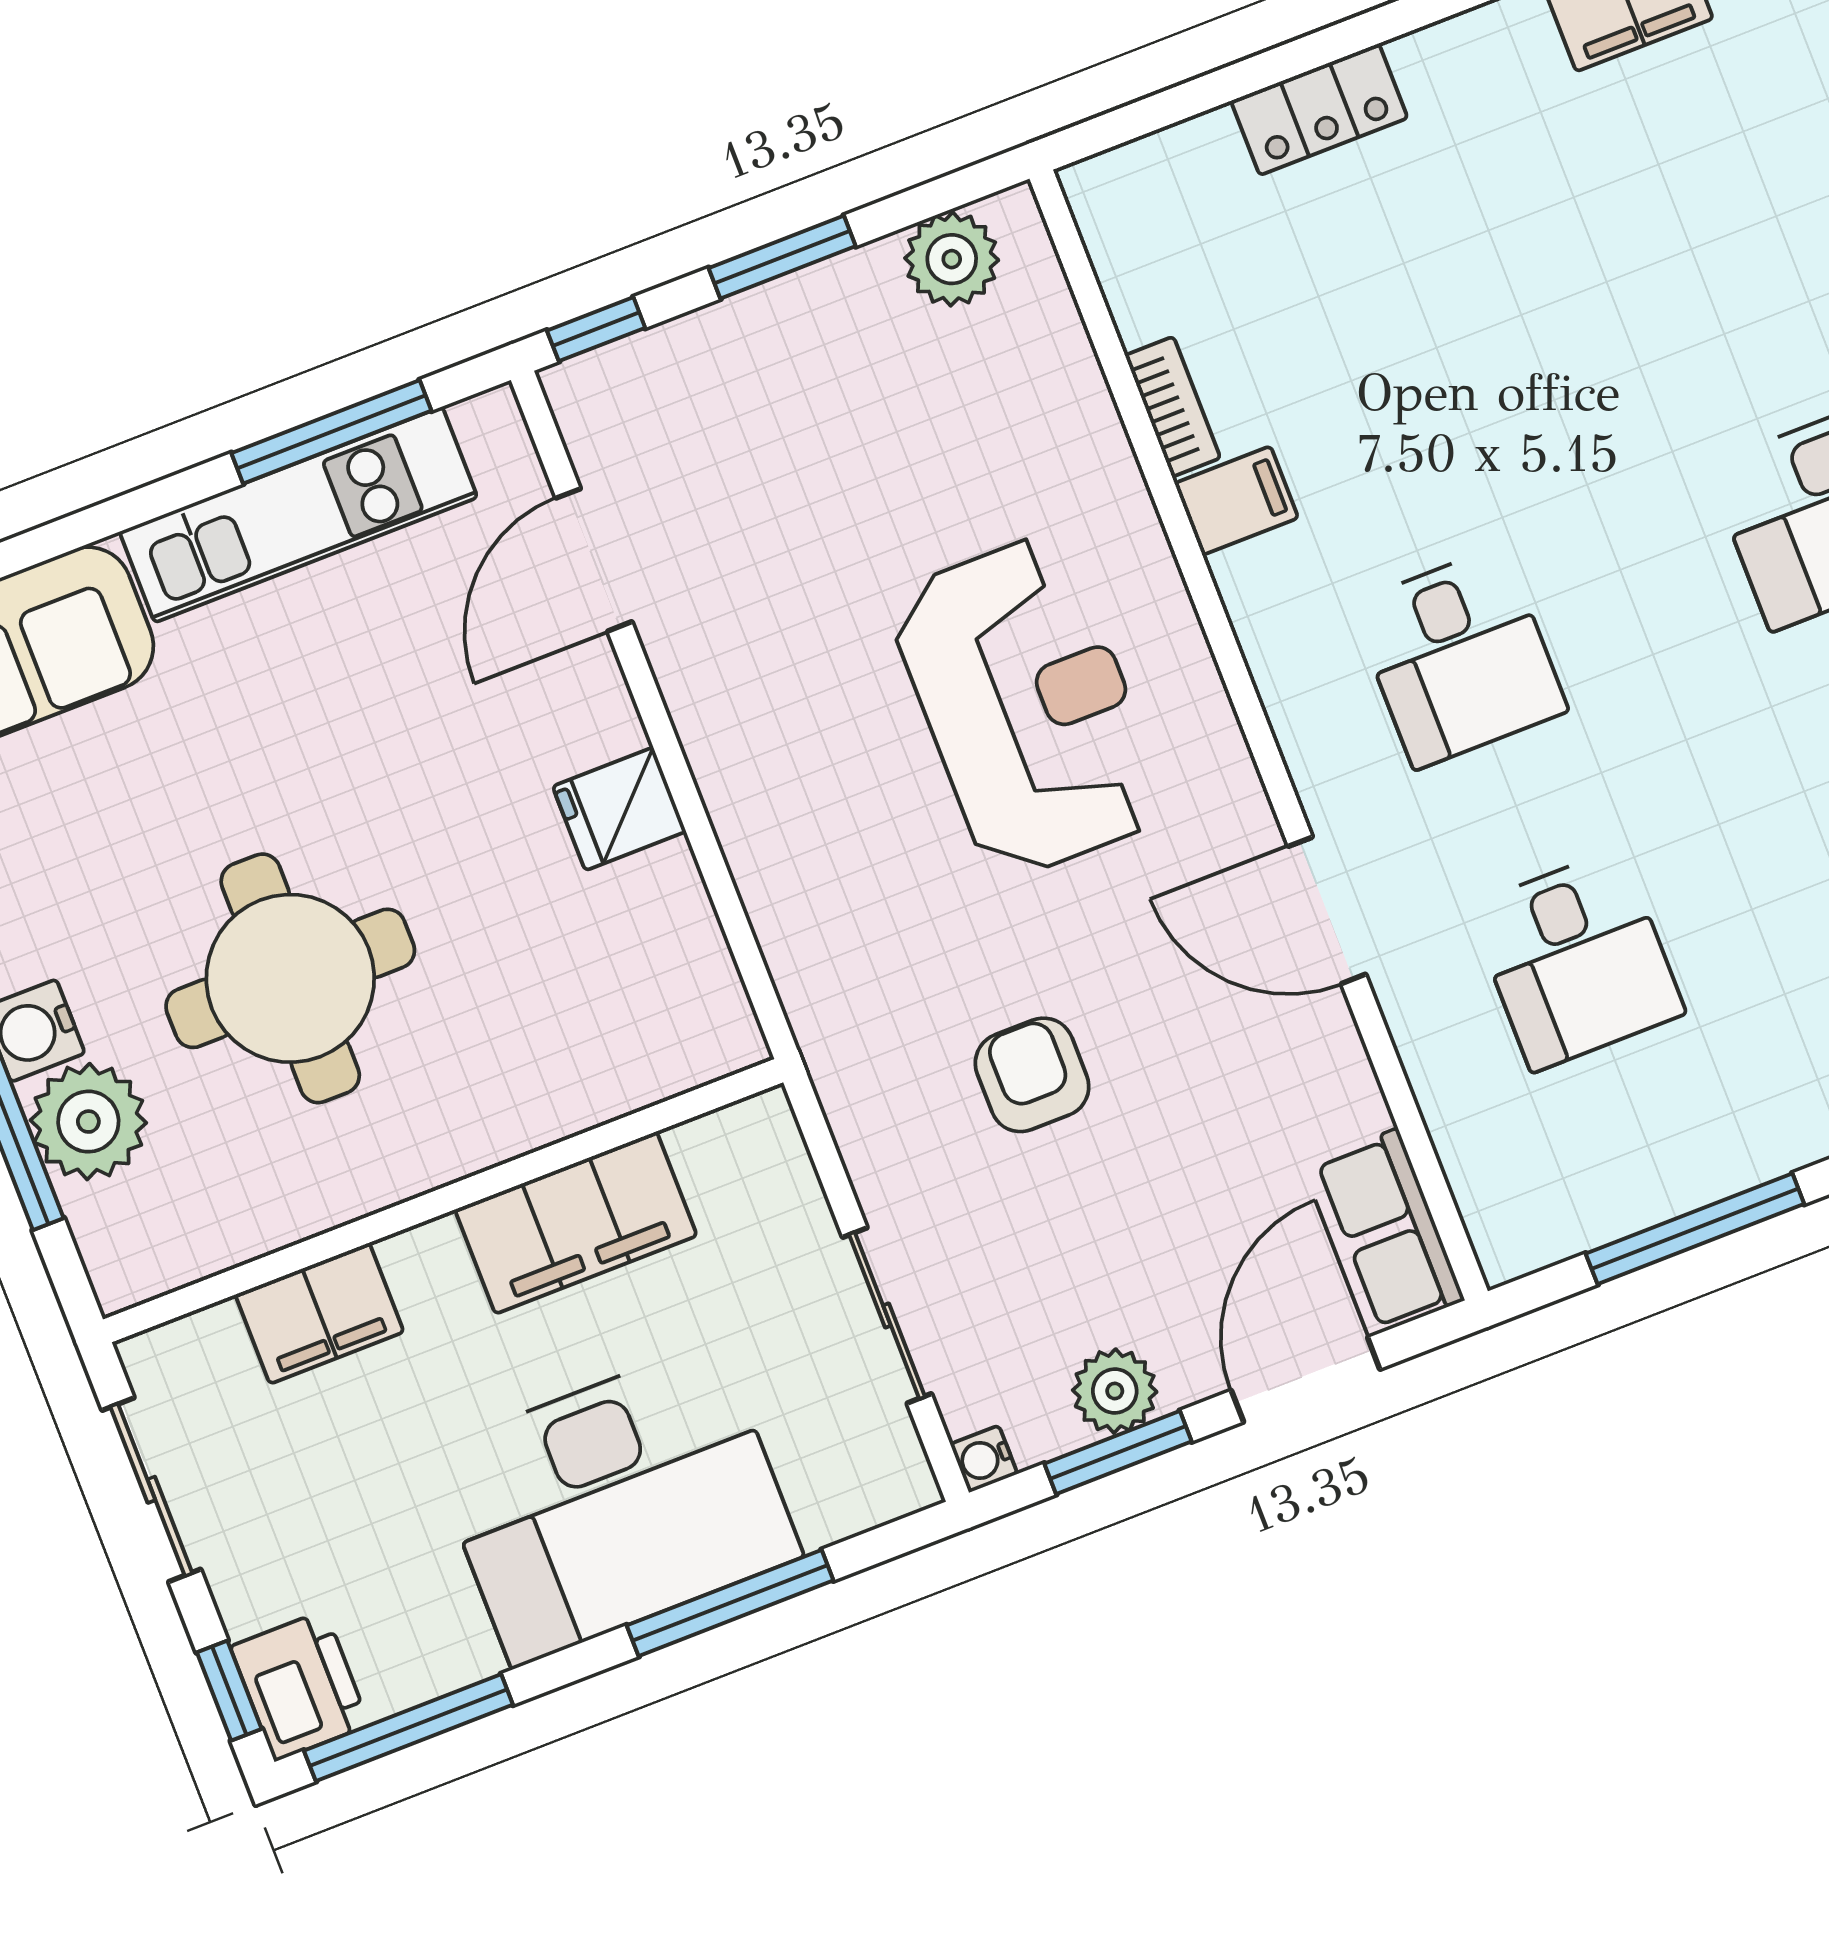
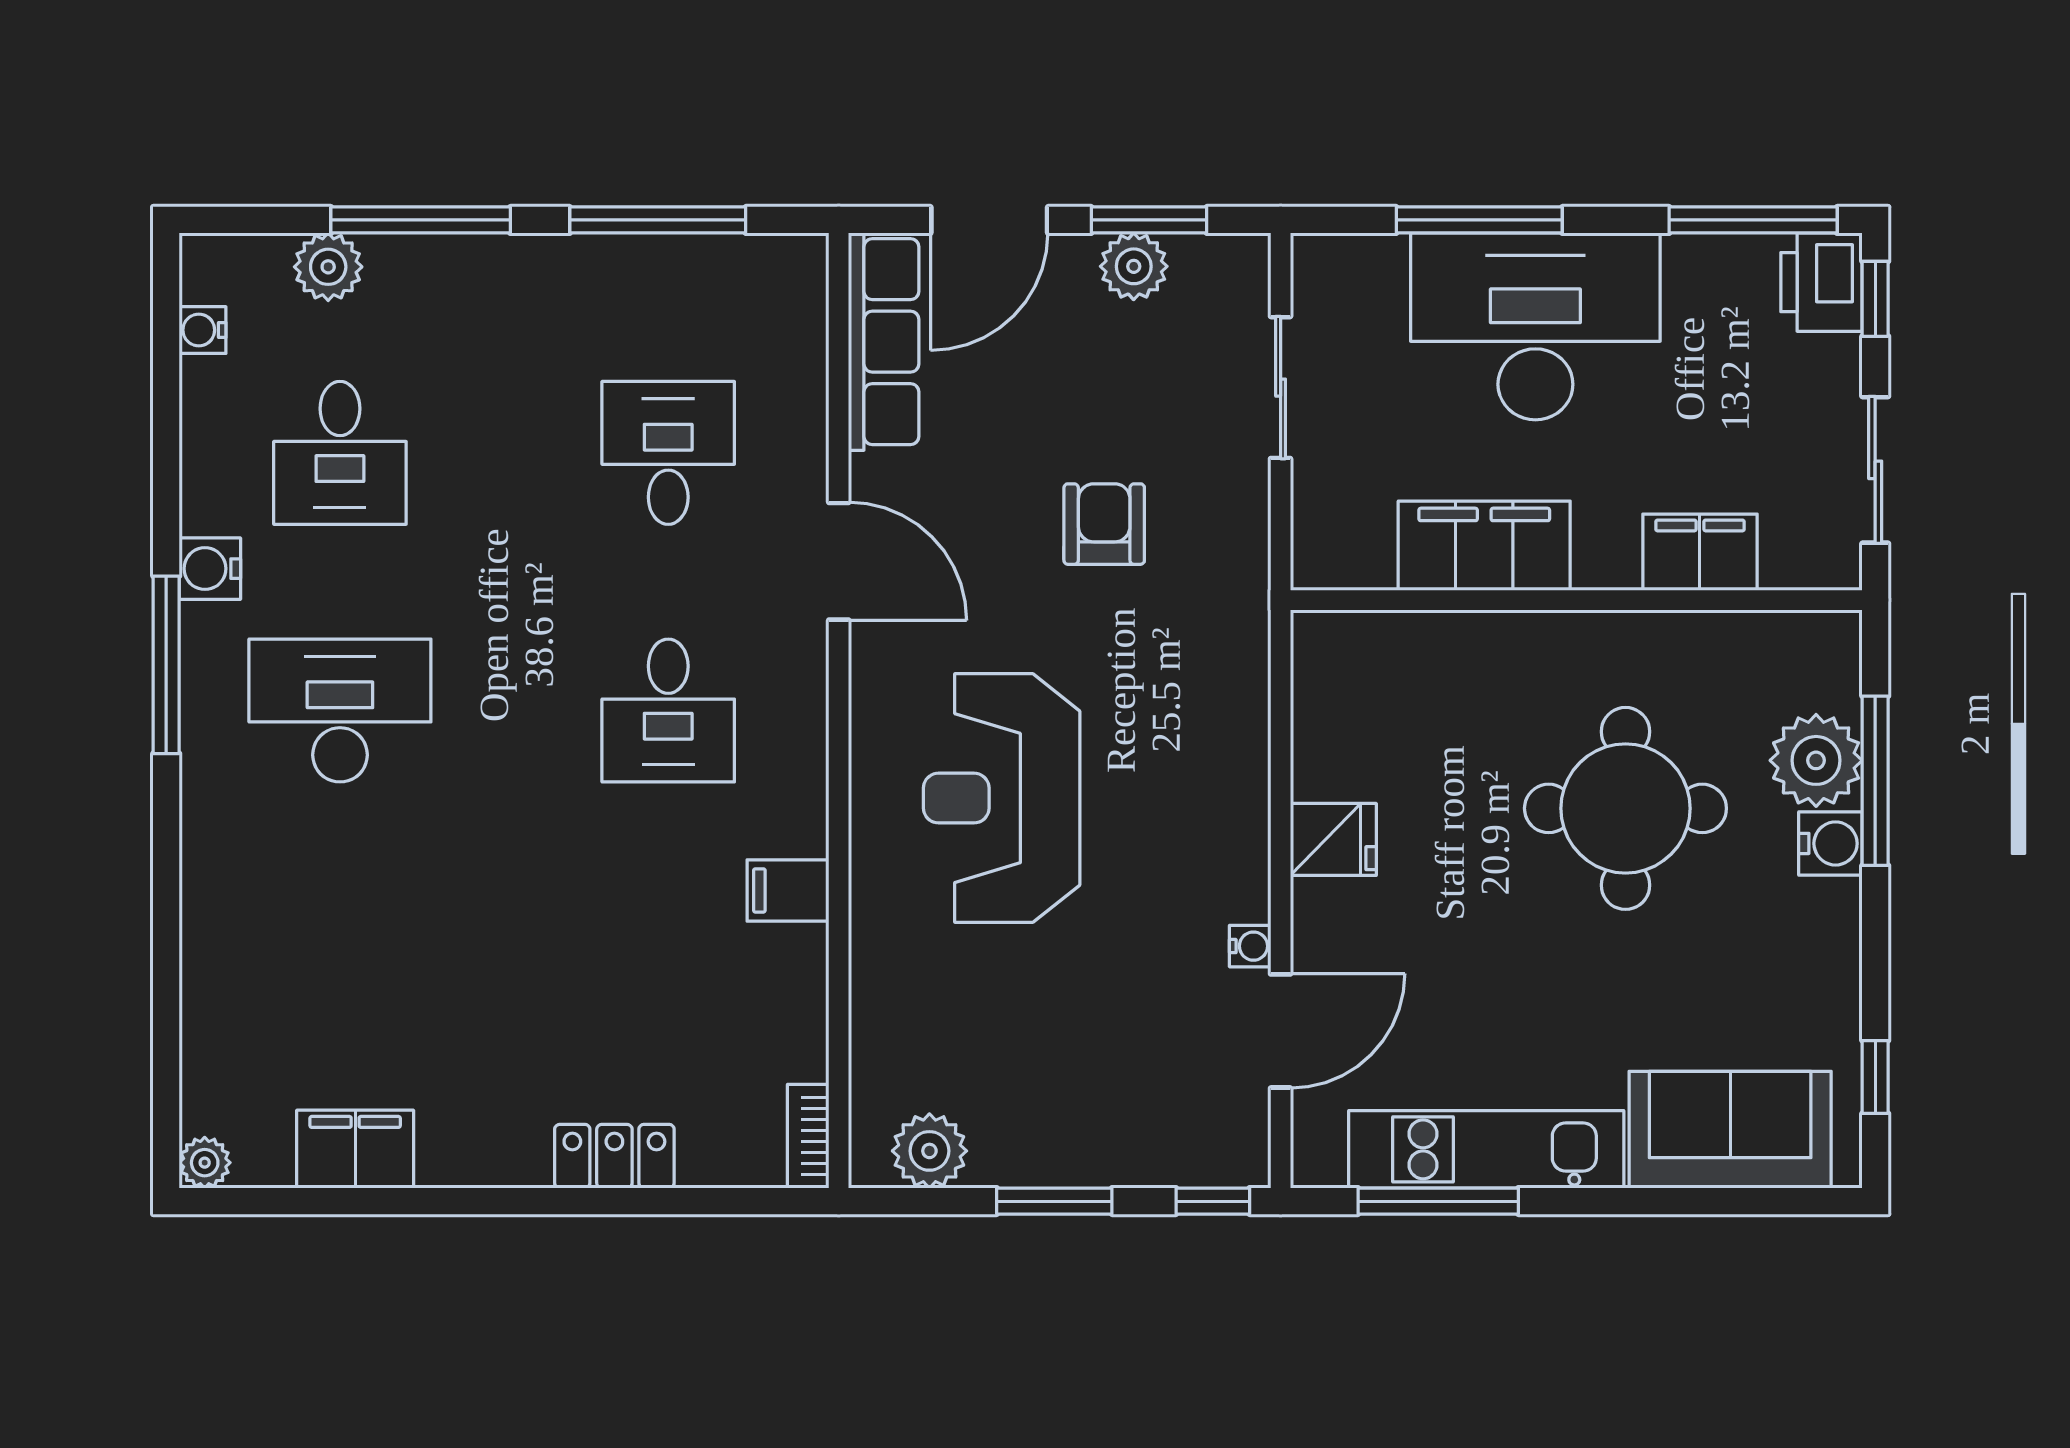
bookcase: (1173, 407) -> (808, 1136), moved
desk: (1459, 657) -> (668, 711), turned 180
armchair: (1032, 1075) -> (1104, 524), turned 180
row of seats: (1390, 1230) -> (884, 342), width x1.48
water cooler: (984, 1459) -> (1250, 946), moved

